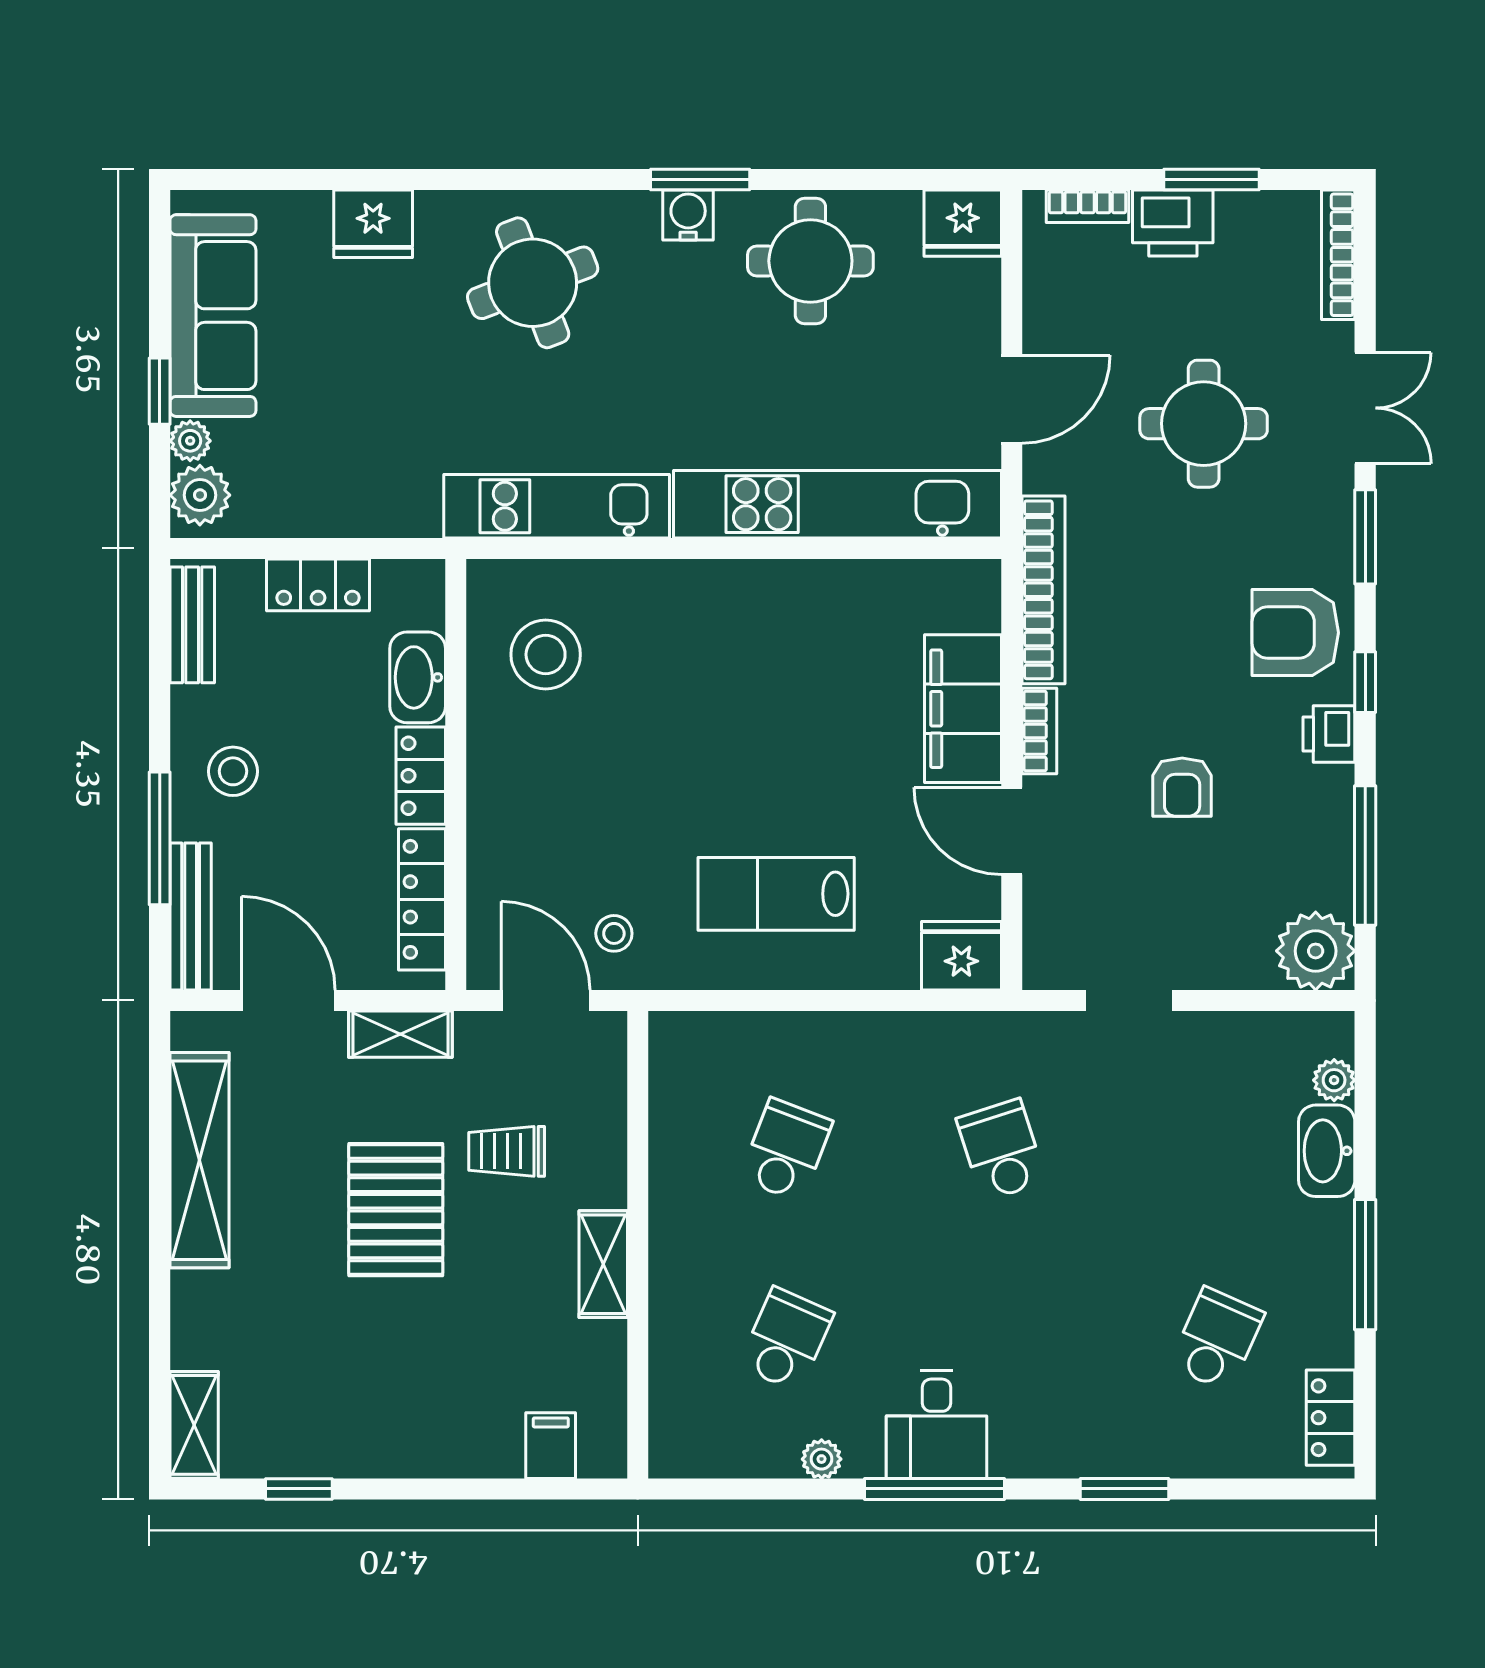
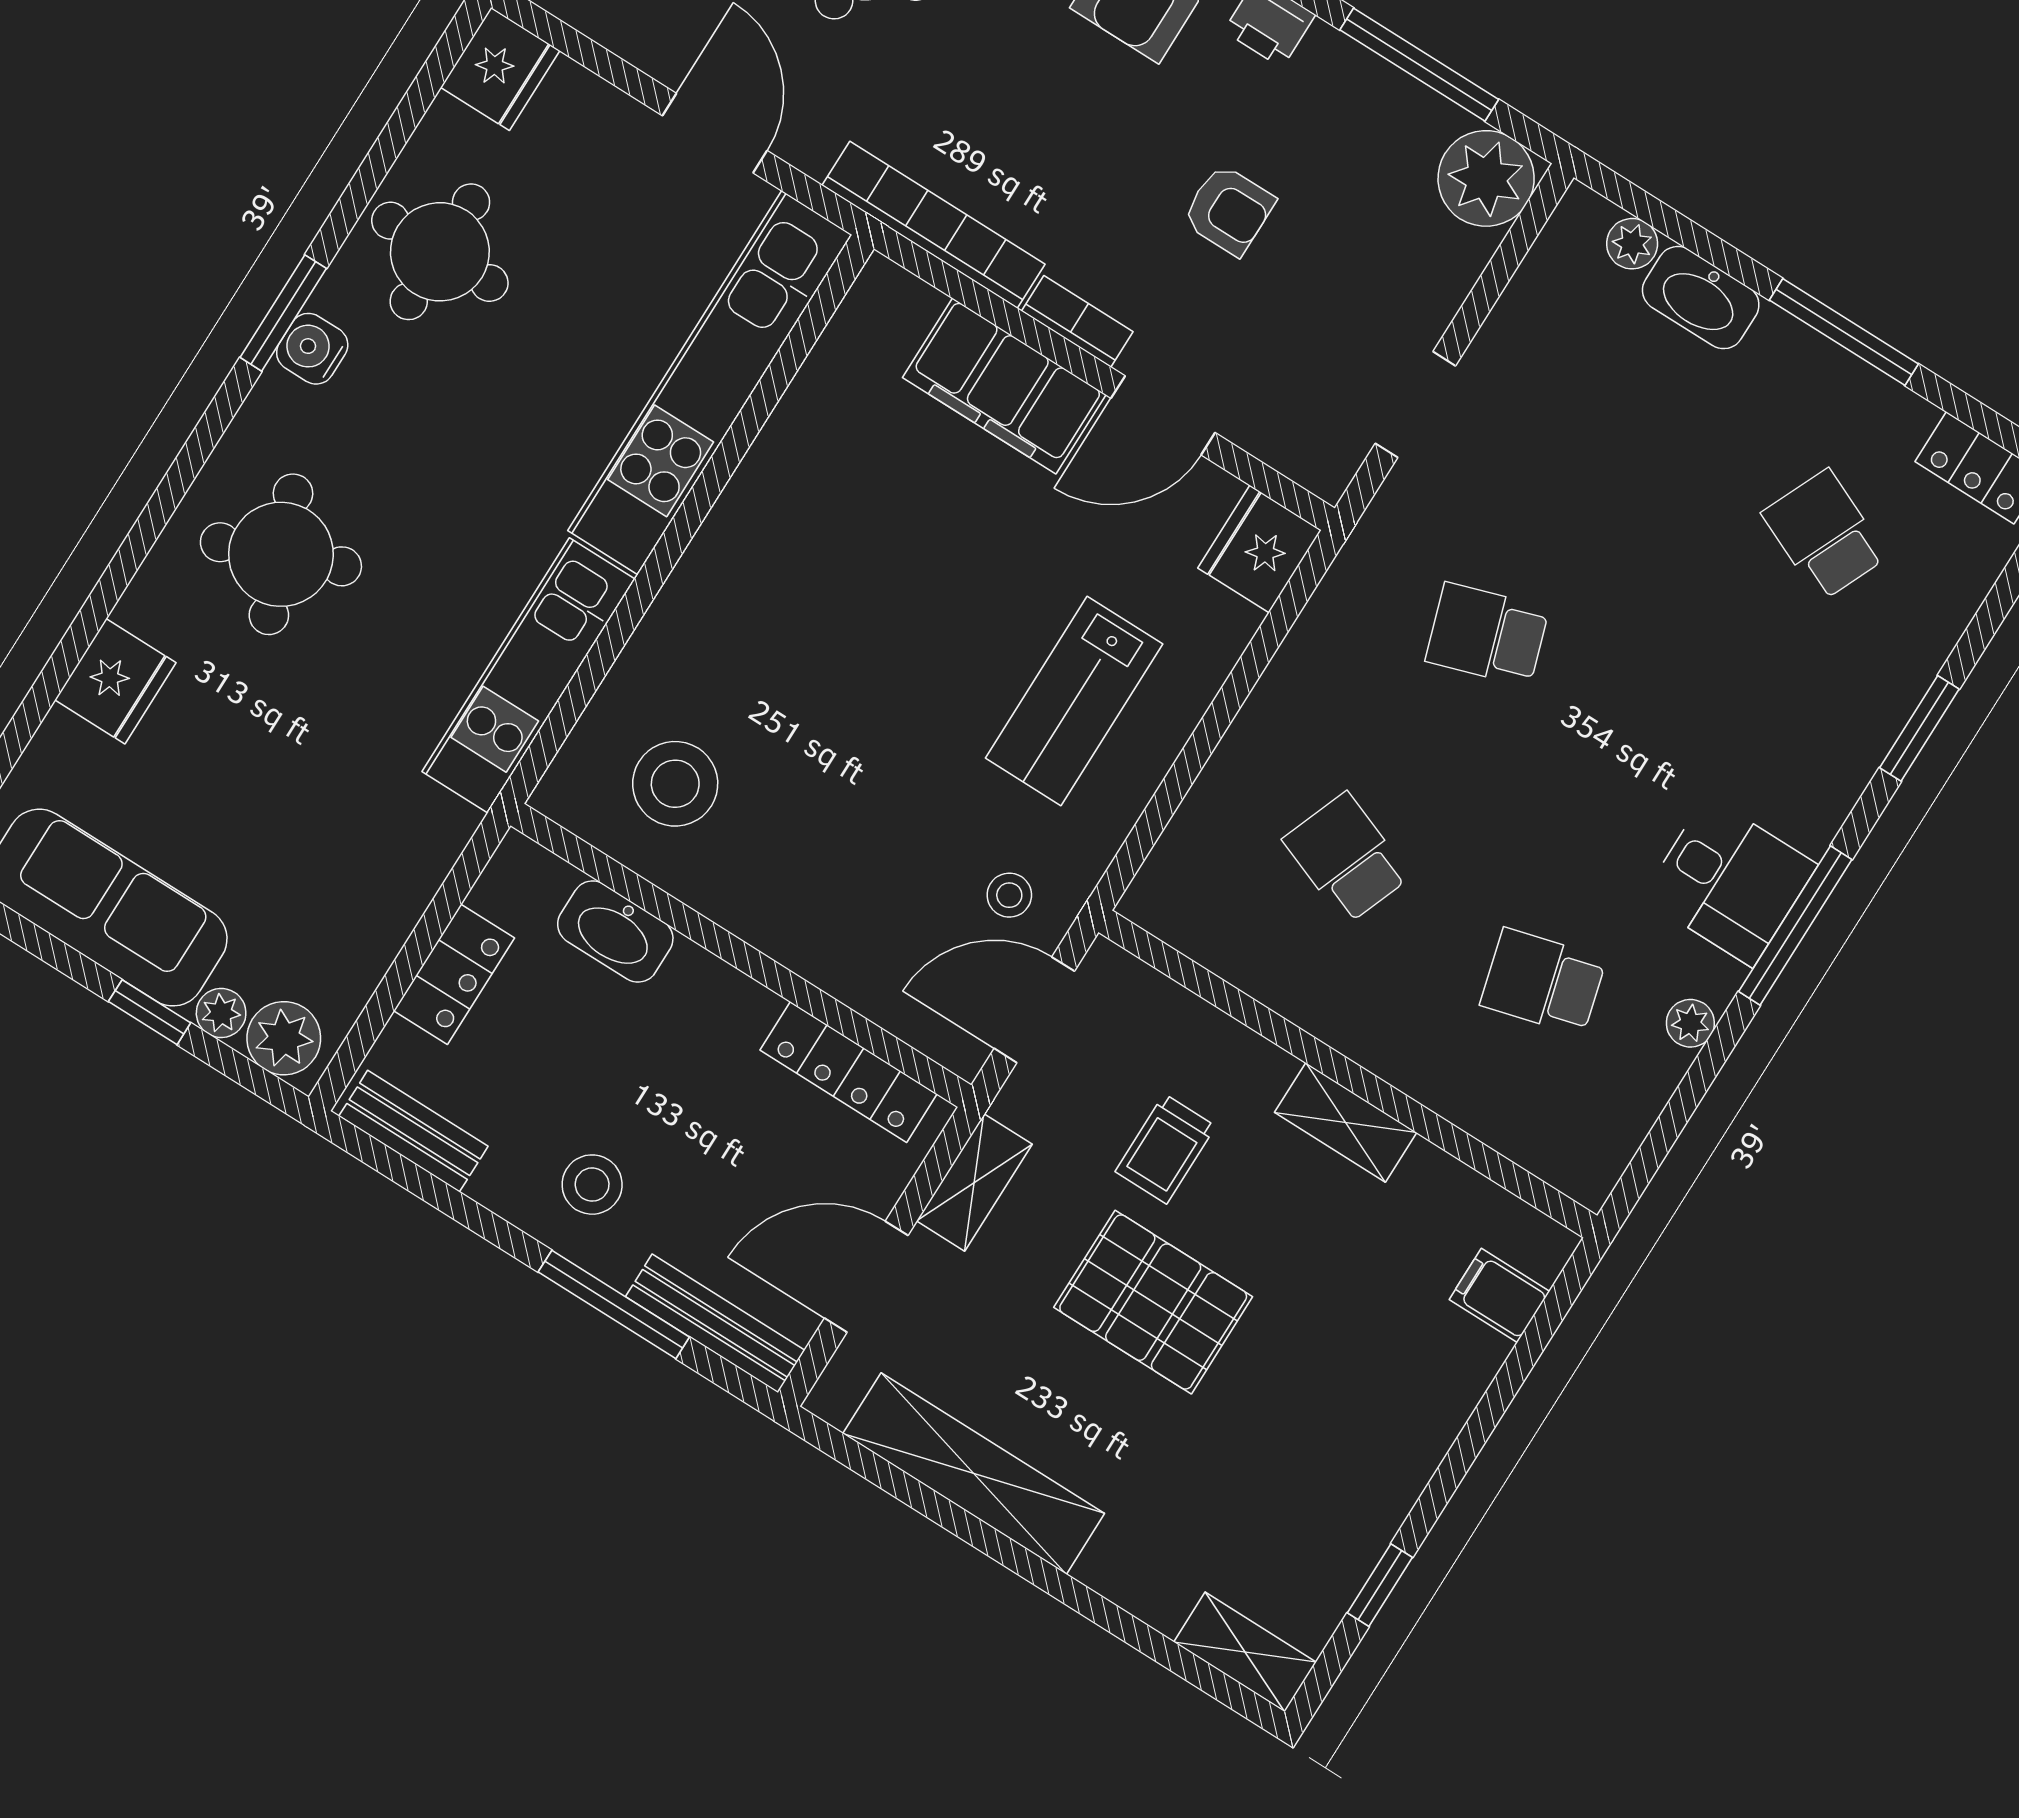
locker: (421, 776) -> (719, 993), removed
school desk: (786, 1339) -> (1543, 982), turned -39

